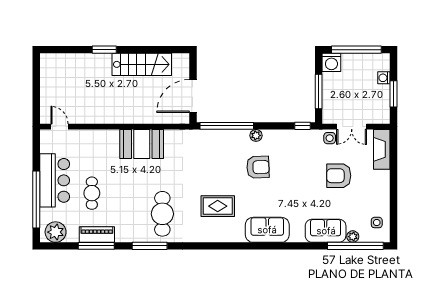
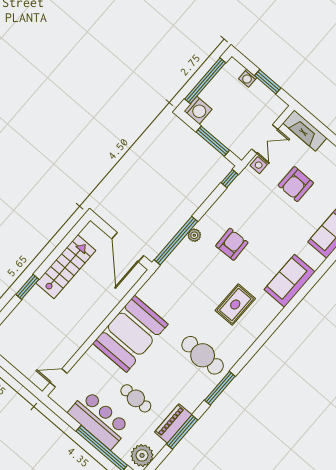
plant: (256, 135) -> (194, 235), moved
booth: (142, 144) -> (130, 334), width x1.36, depth x1.42

